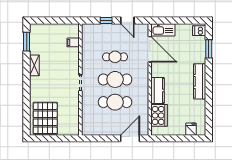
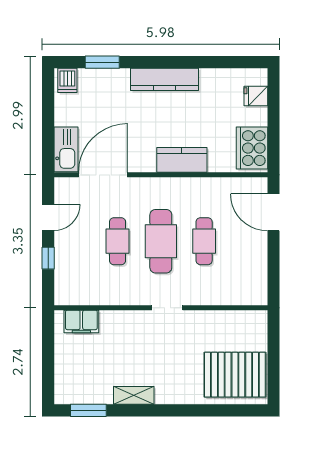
filing cabinet: (73, 42) -> (81, 322), width x2.00
cafe table: (115, 102) -> (204, 241), width x0.73, depth x0.74
cooker: (159, 115) -> (252, 148), moved, turned -90

